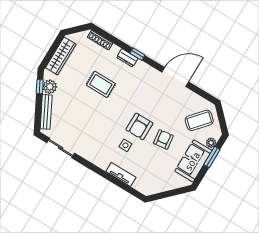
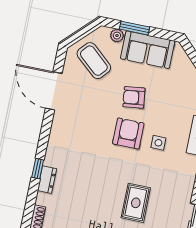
door: (175, 77) -> (54, 91), moved
rug: (101, 84) -> (136, 203), moved
armchair: (139, 126) -> (128, 133), turned -90

